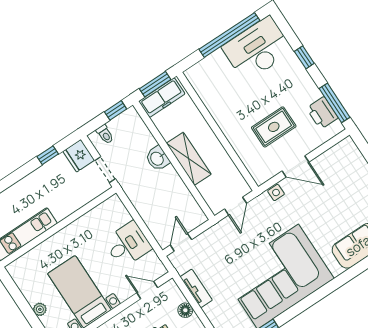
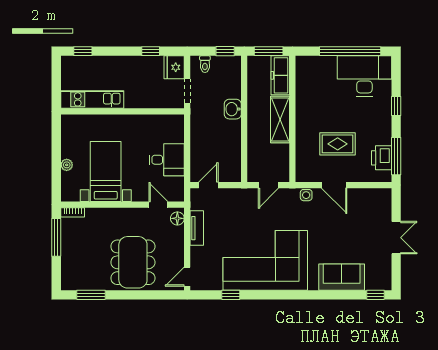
freezer: (162, 98) -> (280, 75), moved, turned 90
shelving: (189, 159) -> (280, 120), moved
floor lamp: (185, 310) -> (177, 218), moved

